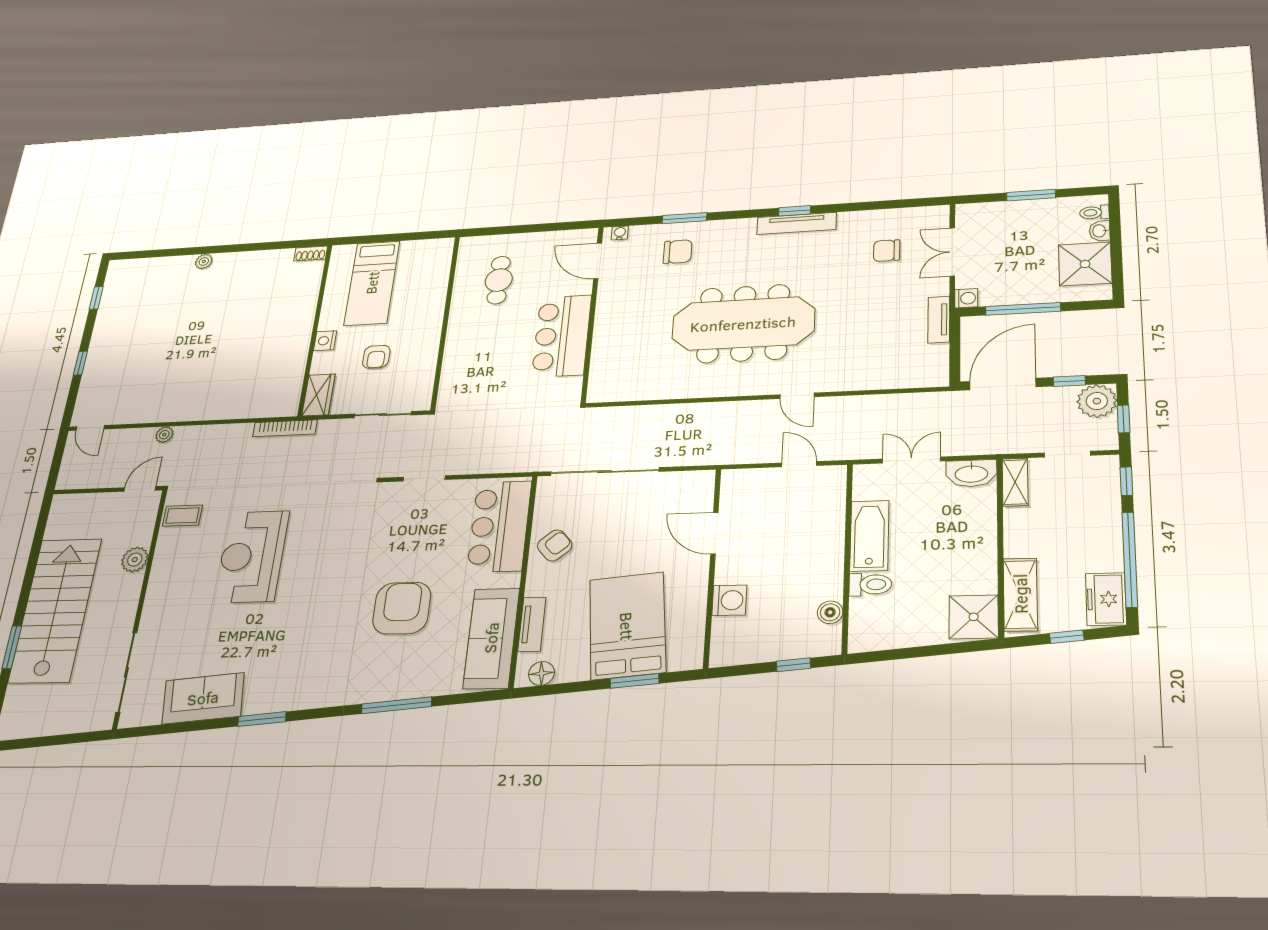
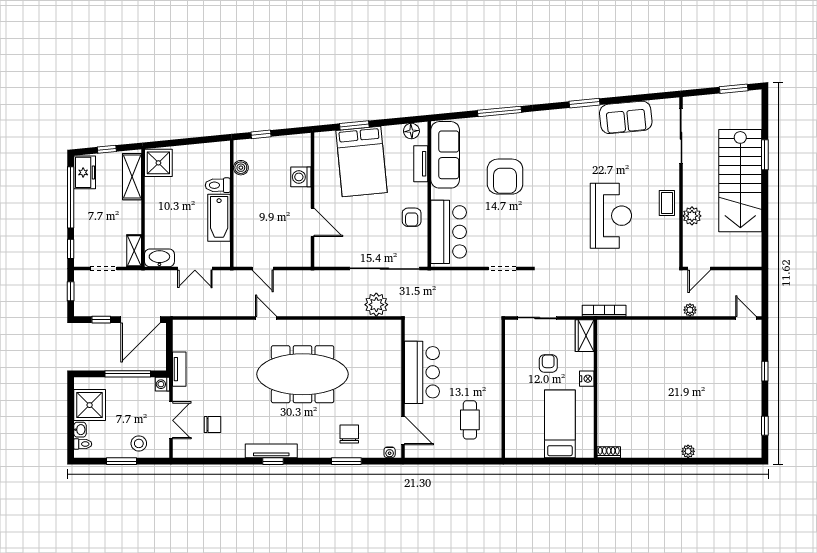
stool: (1004, 219) -> (139, 443), added
chair: (678, 252) -> (349, 434), turned 90
plant: (1097, 401) -> (376, 305), moved
coffee table: (183, 516) -> (667, 203), moved, turned 90
armchair: (555, 545) -> (412, 217), turned -49
window: (34, 742) -> (734, 89), added

